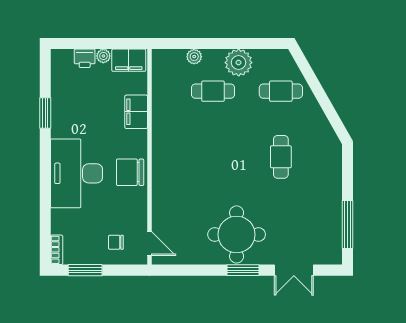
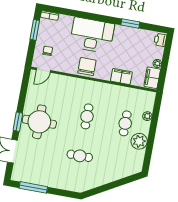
printer: (85, 58) -> (160, 40), moved
cafe table: (281, 91) -> (87, 116), moved

